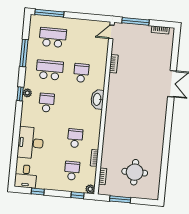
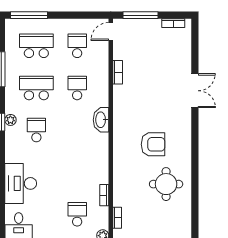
armchair: (136, 122) -> (153, 144), added
school desk: (75, 138) -> (77, 46), moved
round table: (135, 172) -> (166, 184), moved

